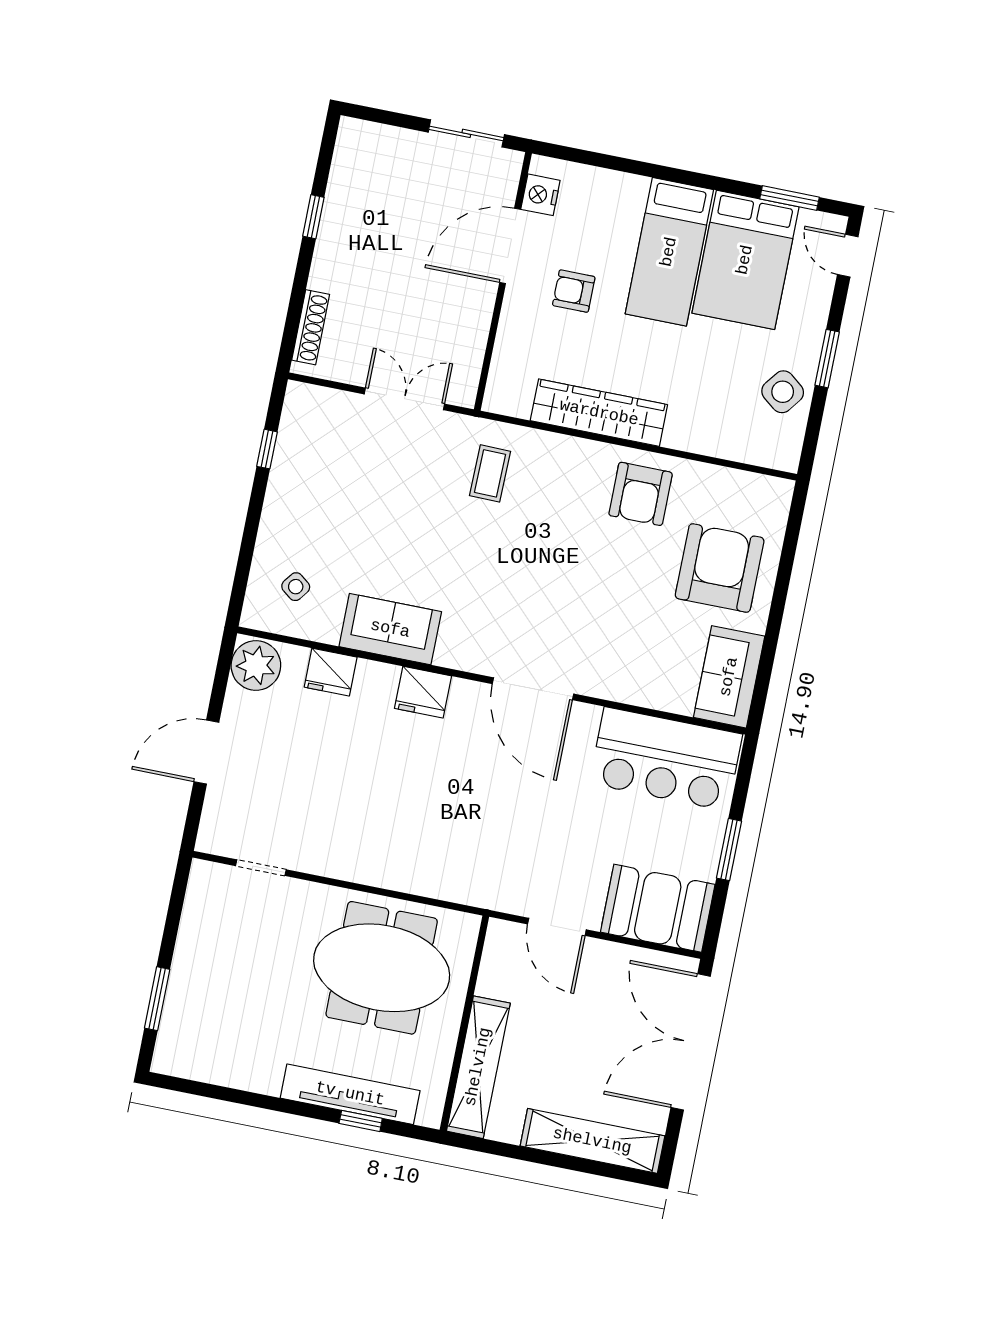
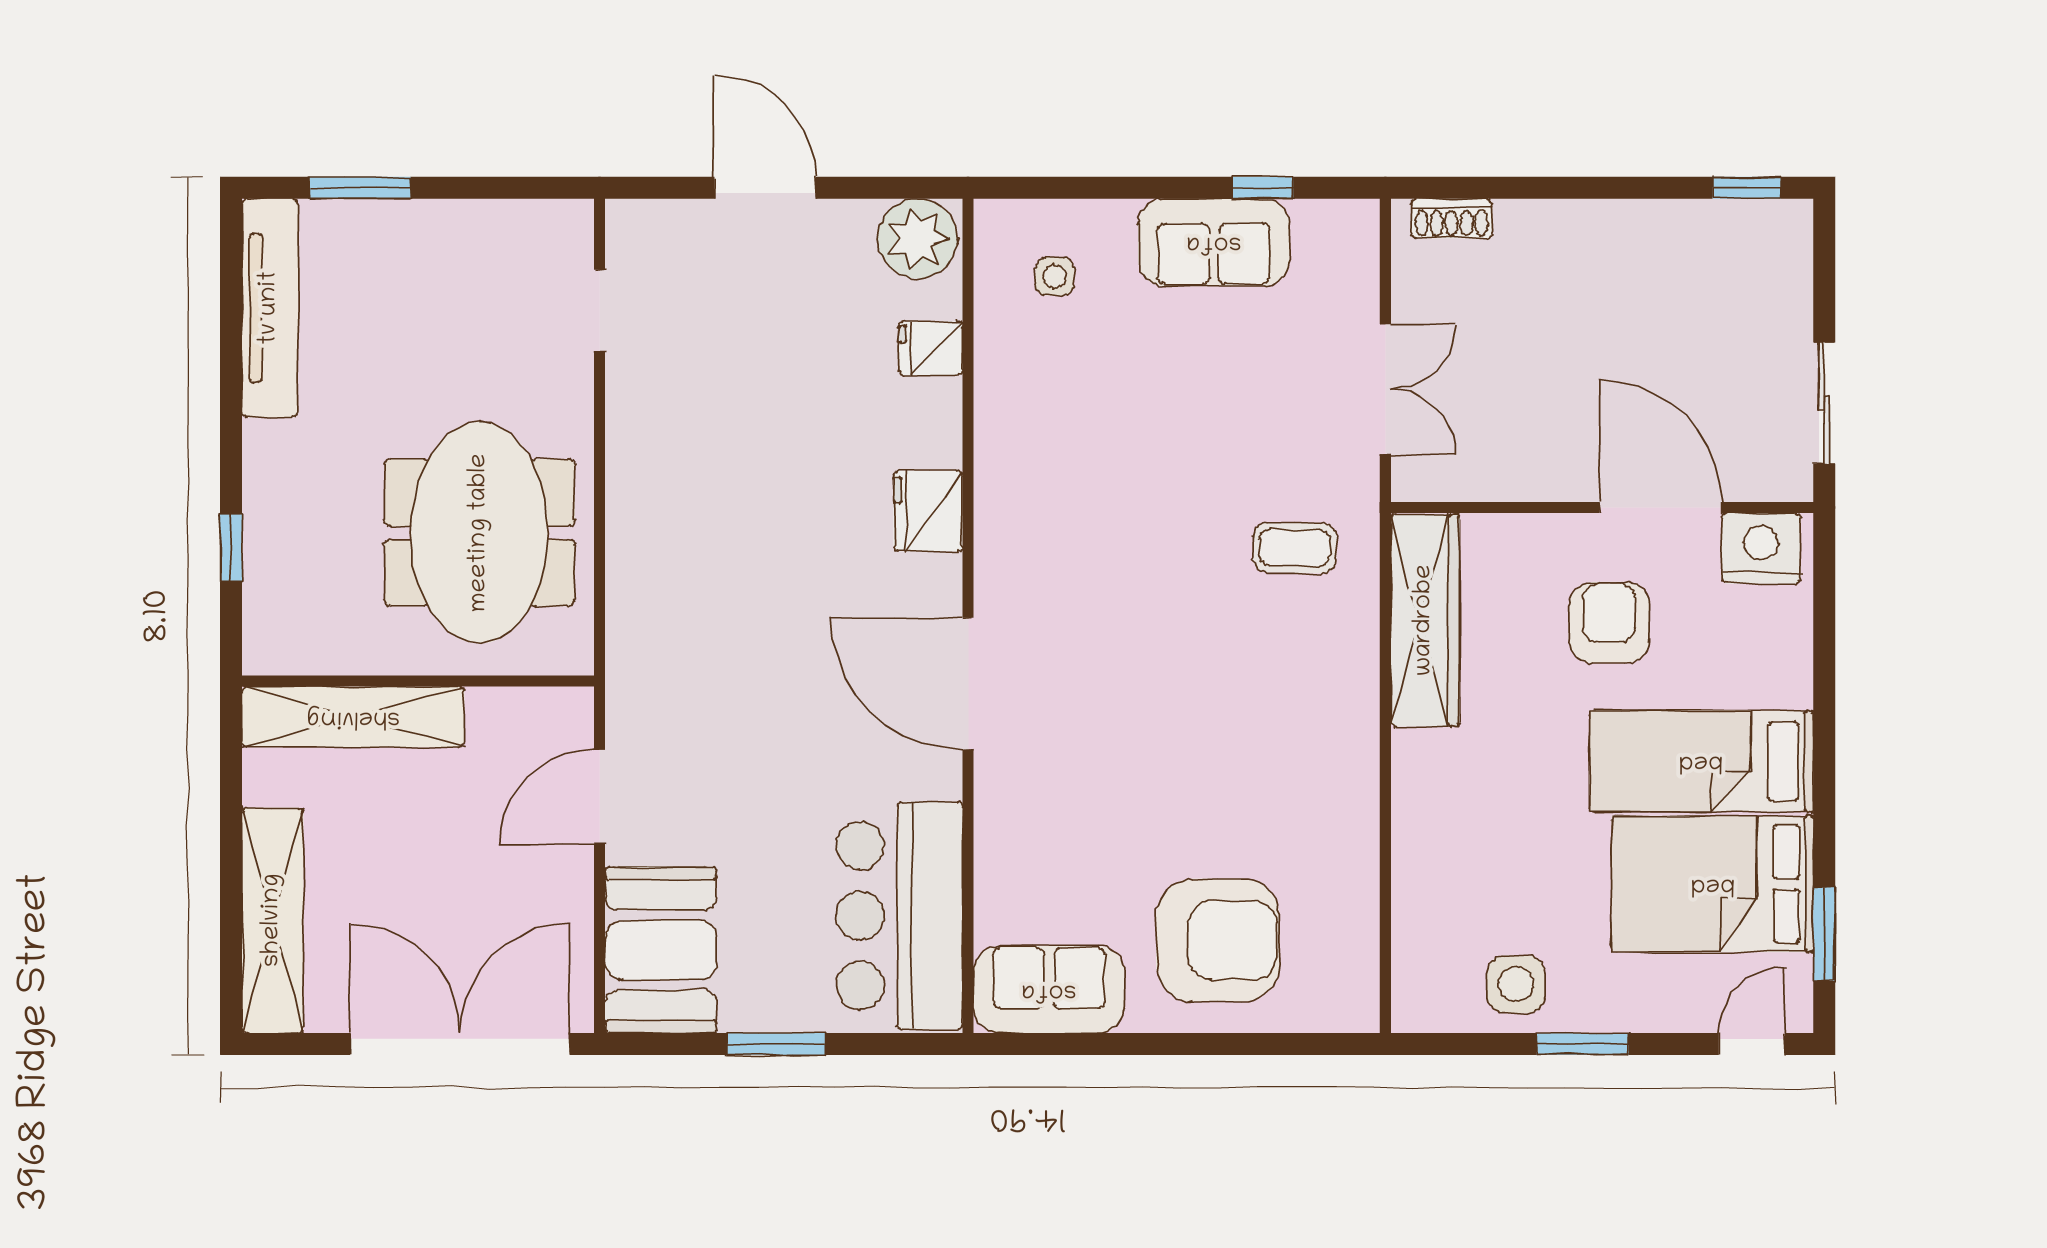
nightstand: (540, 195) -> (1761, 548), width x1.36, depth x1.33
window: (313, 217) -> (1747, 188), moved
armchair: (574, 291) -> (1609, 623), width x1.38, depth x1.38
shoe rack: (311, 327) -> (1452, 218), width x0.70
side table: (783, 392) -> (1516, 984), turned -38
wardrobe: (599, 413) -> (1425, 620), moved
armchair: (641, 494) -> (1310, 792), removed
side table: (296, 587) -> (1055, 277), turned -35
sofa: (390, 629) -> (1214, 242), moved, turned 90
fridge: (331, 672) -> (931, 348), width x0.72
door: (533, 689) -> (968, 684), hinge flipped
tv unit: (350, 1094) -> (270, 308), moved

